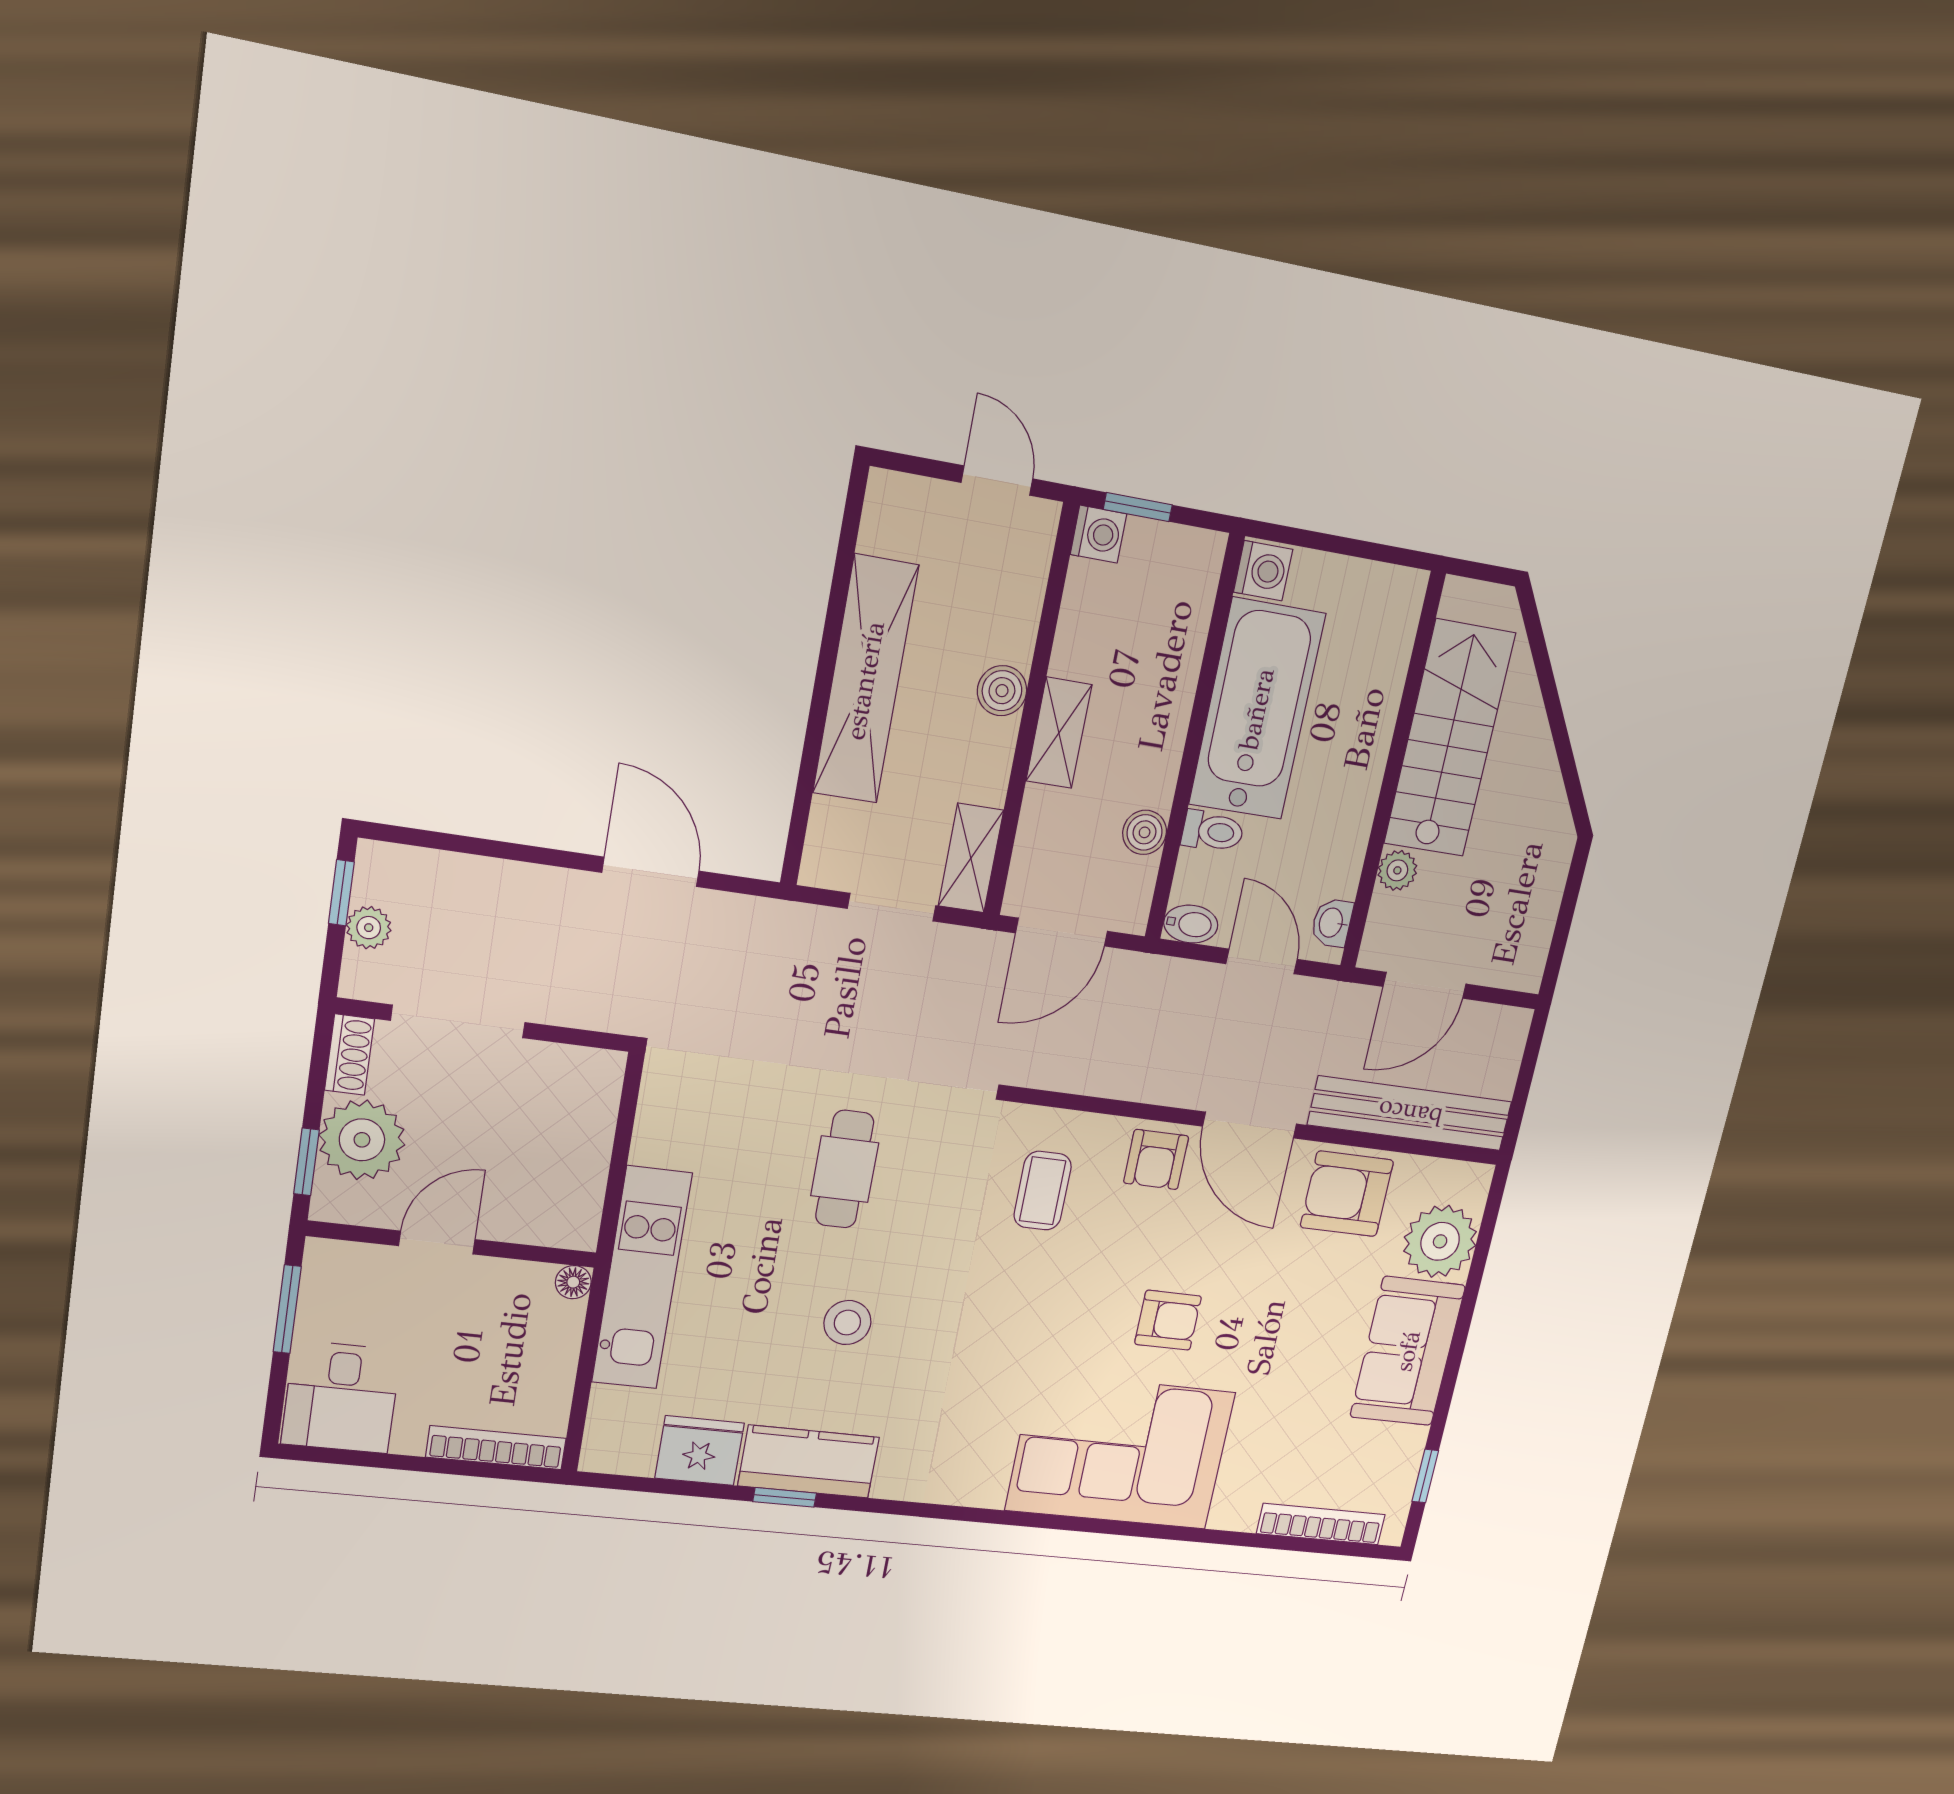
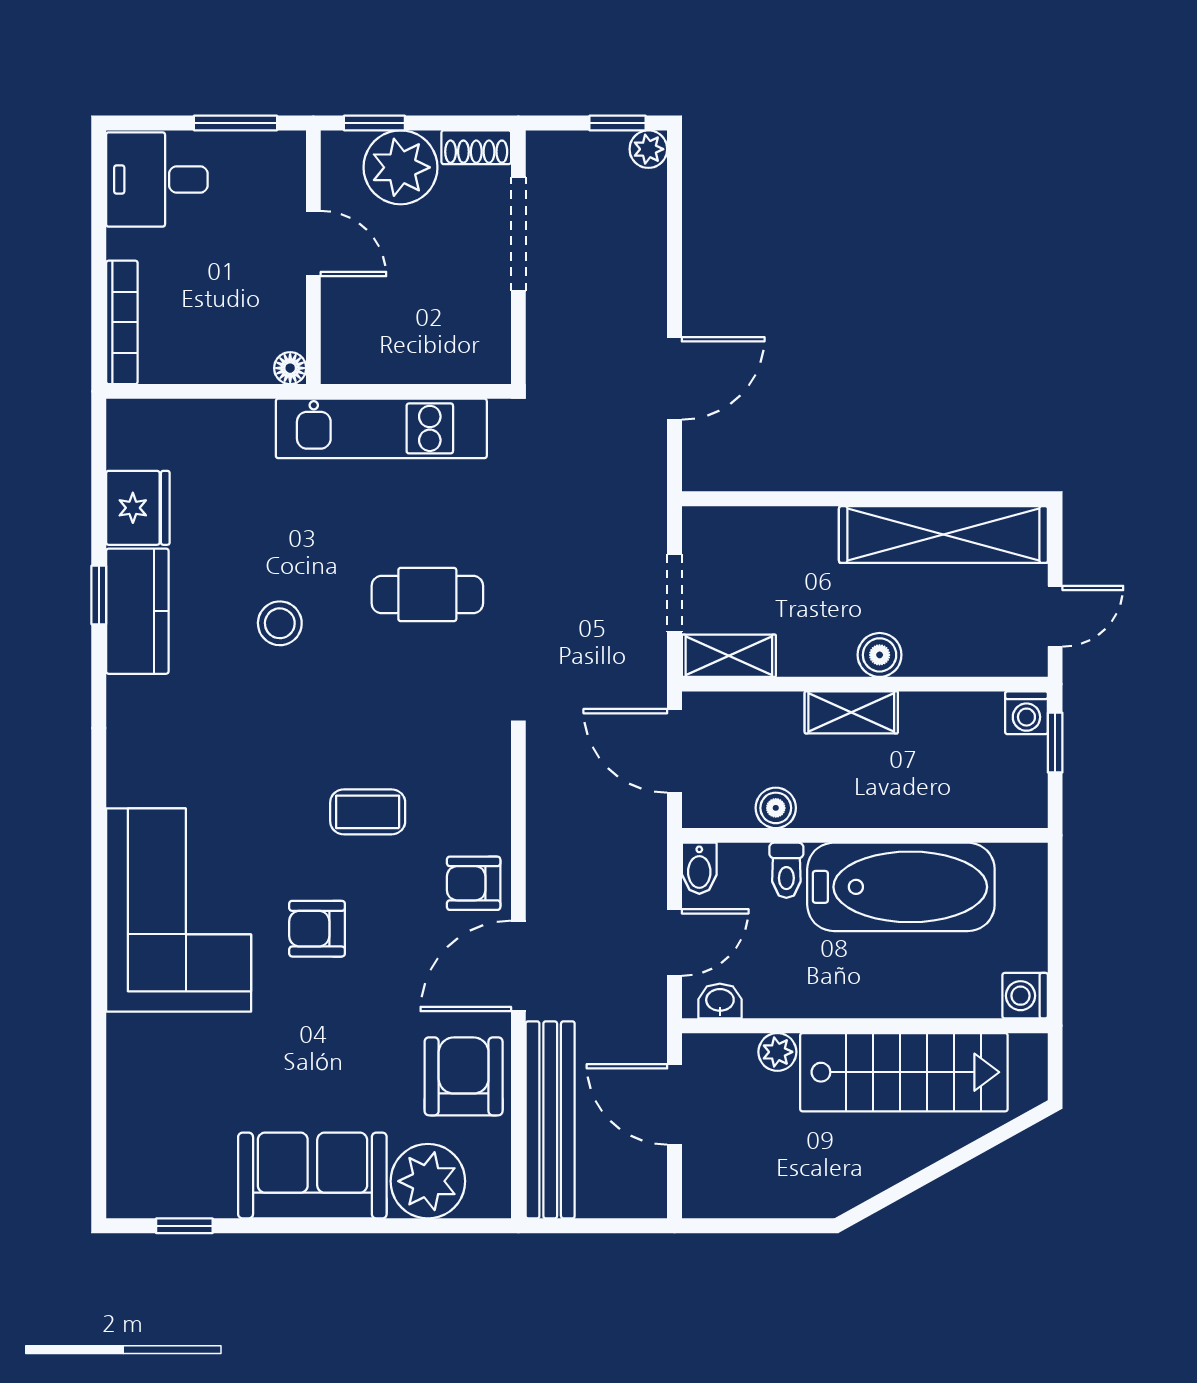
washing machine: (1263, 571) -> (1025, 996), moved, turned 90
shelving: (865, 680) -> (943, 535), moved
plant: (369, 928) -> (648, 149), moved
coffee table: (1043, 1191) -> (368, 812), moved
kitchen unit: (642, 1278) -> (381, 428), moved
armchair: (1168, 1320) -> (317, 929), turned 90
bookcase: (1321, 1524) -> (123, 1130), removed

